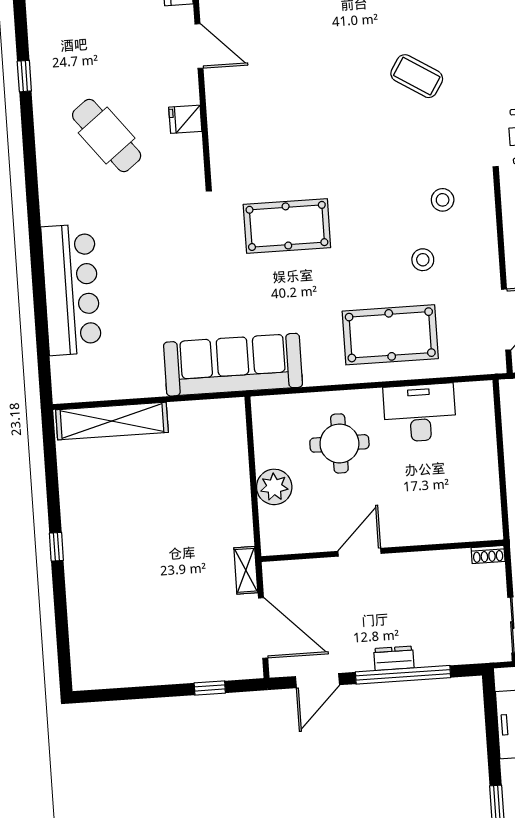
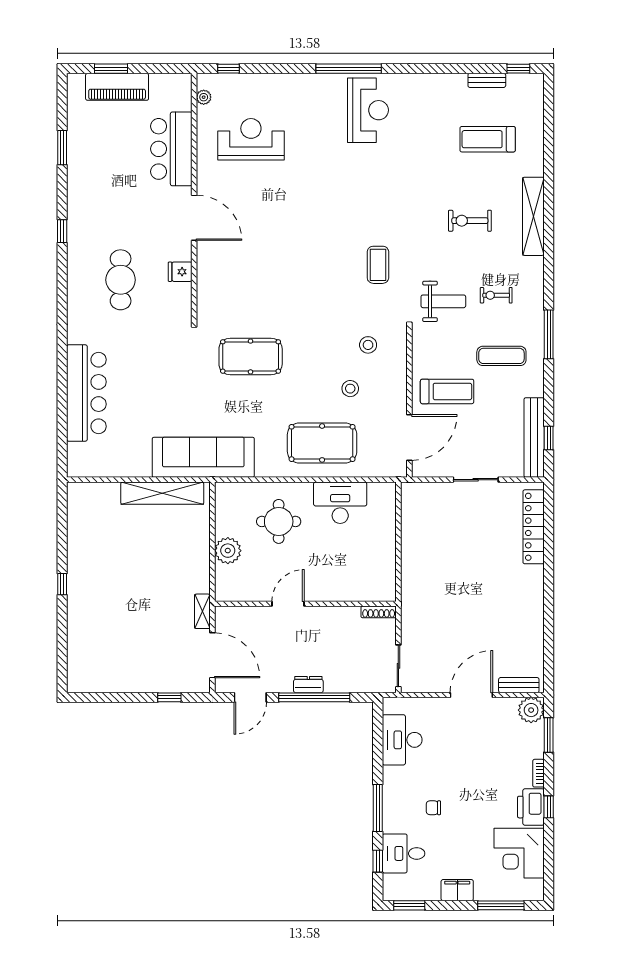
door: (199, 46) -> (194, 218), width x1.36
coffee table: (417, 76) -> (378, 265), moved, turned 58
cafe table: (107, 136) -> (121, 280), turned 38
shelving: (112, 421) -> (162, 493), moved
shoe rack: (488, 555) -> (379, 612), width x1.43

